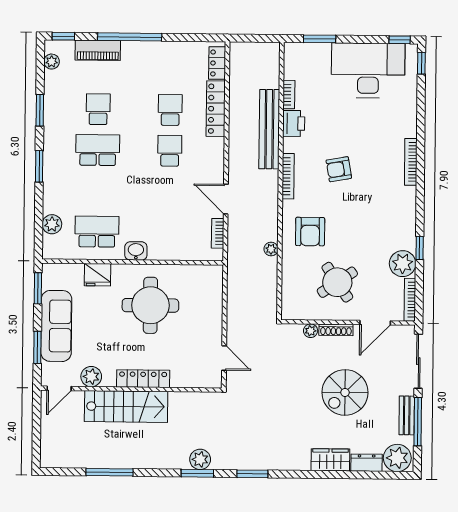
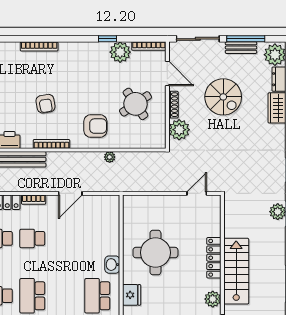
bookcase: (218, 233) -> (34, 200), moved
plant: (311, 331) -> (179, 130), width x1.87, depth x1.87

